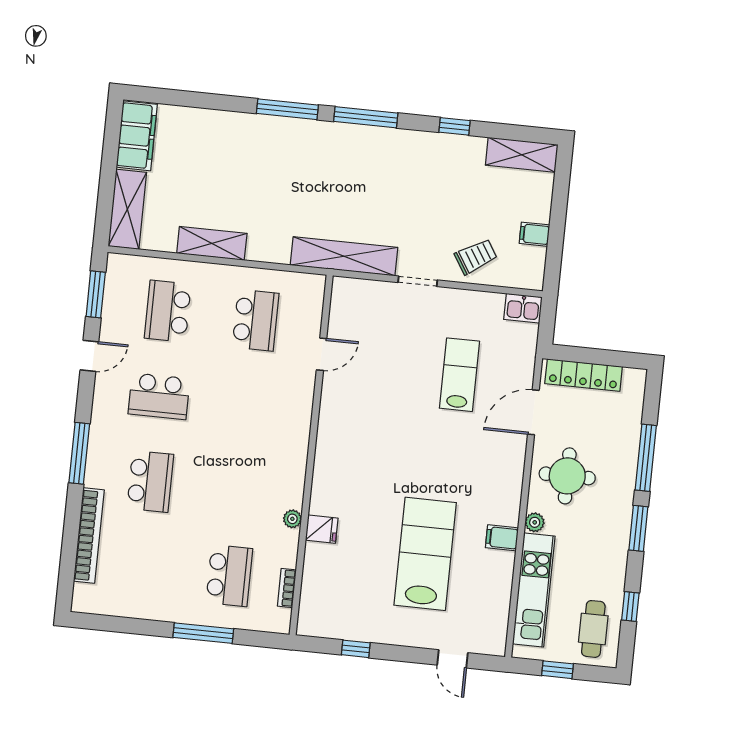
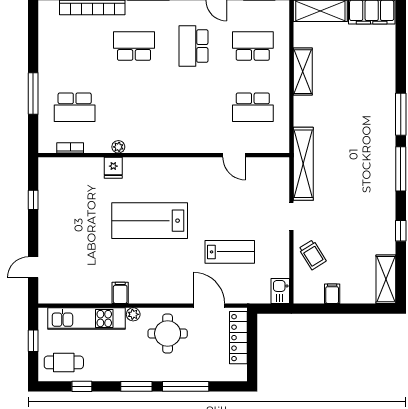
school desk: (150, 481) -> (134, 46), turned 180
lab bench: (425, 554) -> (150, 221), moved, turned 180

